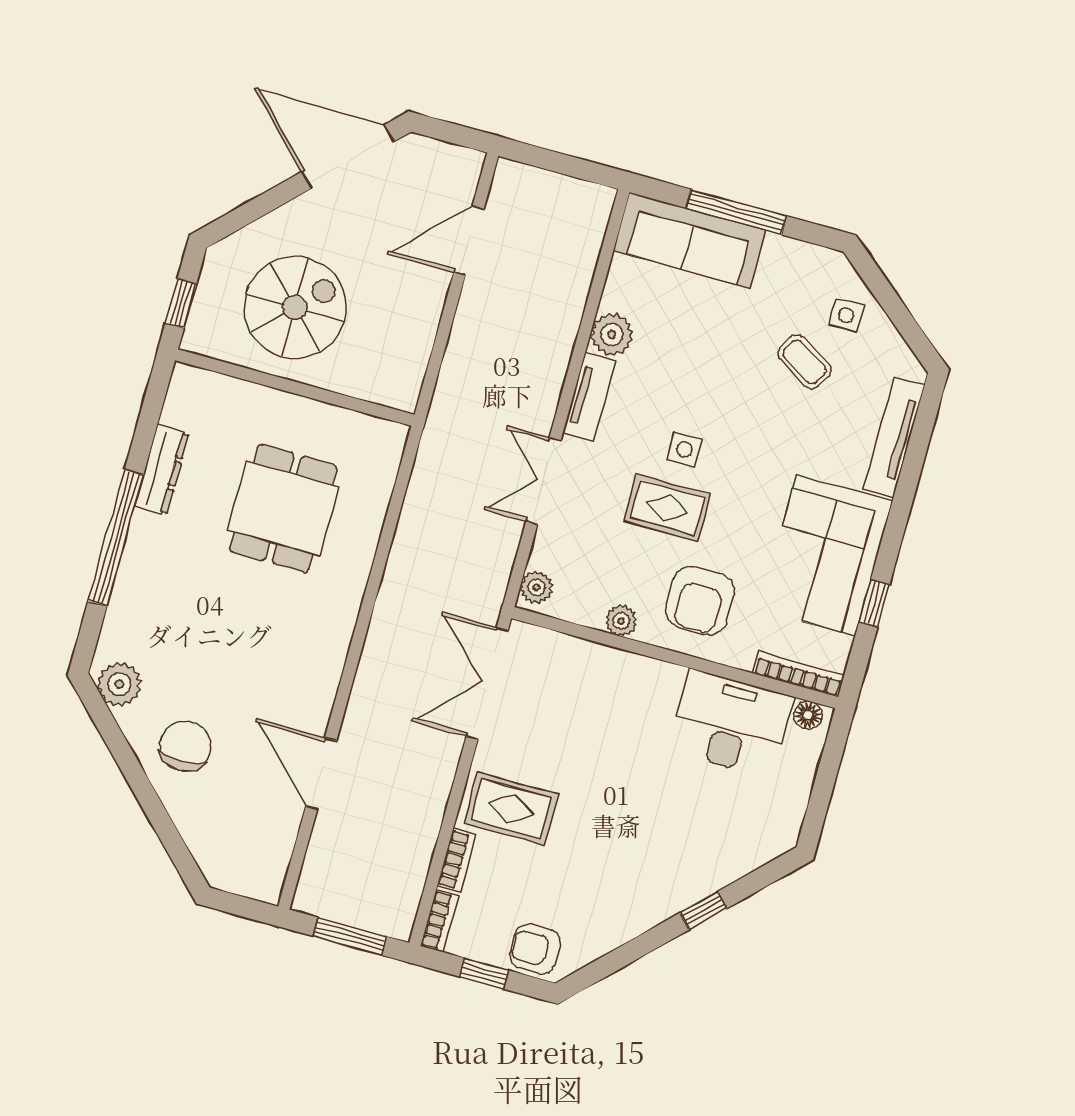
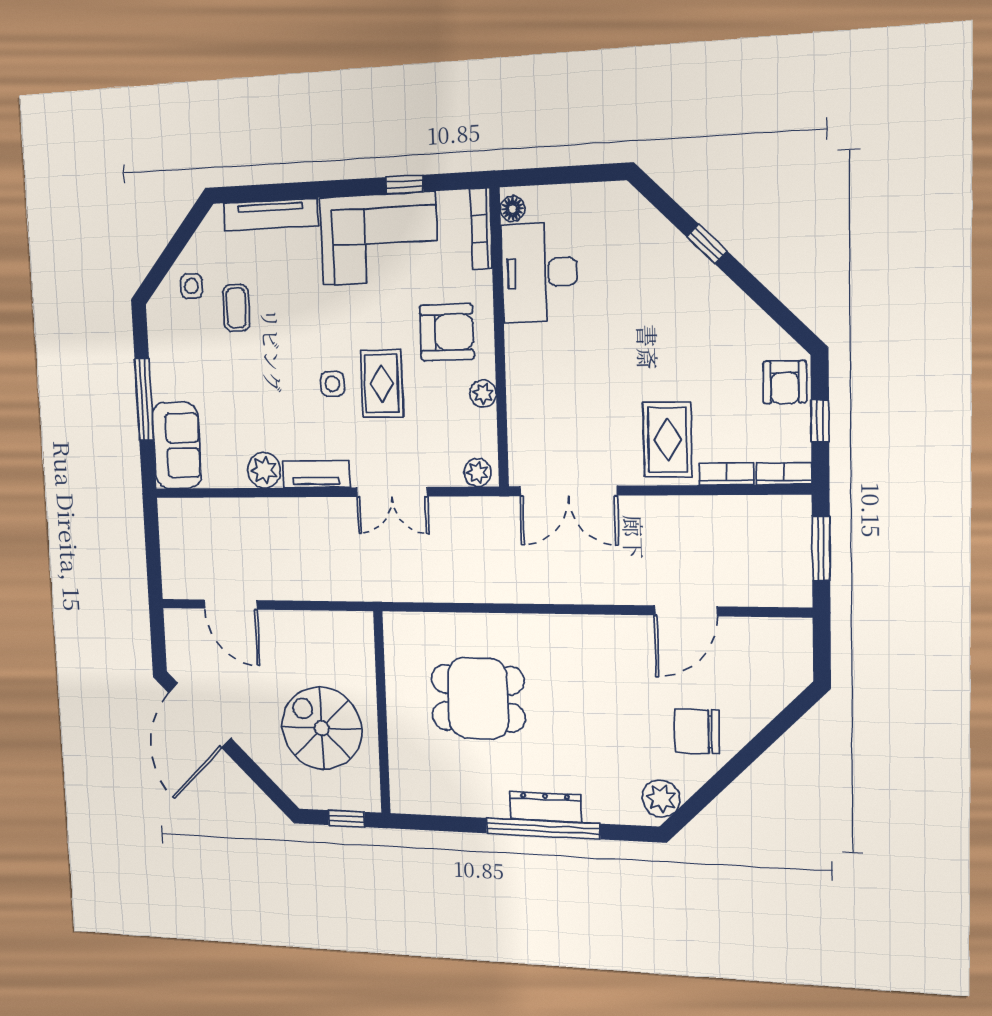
sofa: (690, 240) -> (177, 445), width x0.73
coffee table: (804, 362) -> (236, 308), turned -31
dresser: (162, 470) -> (545, 807), moved

